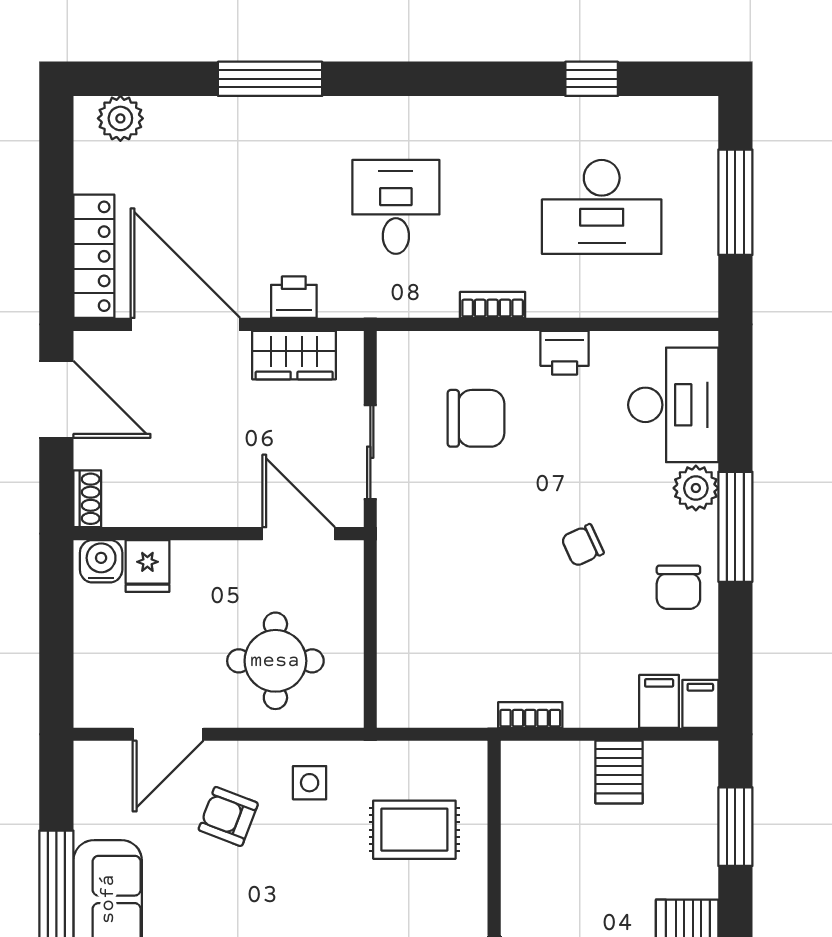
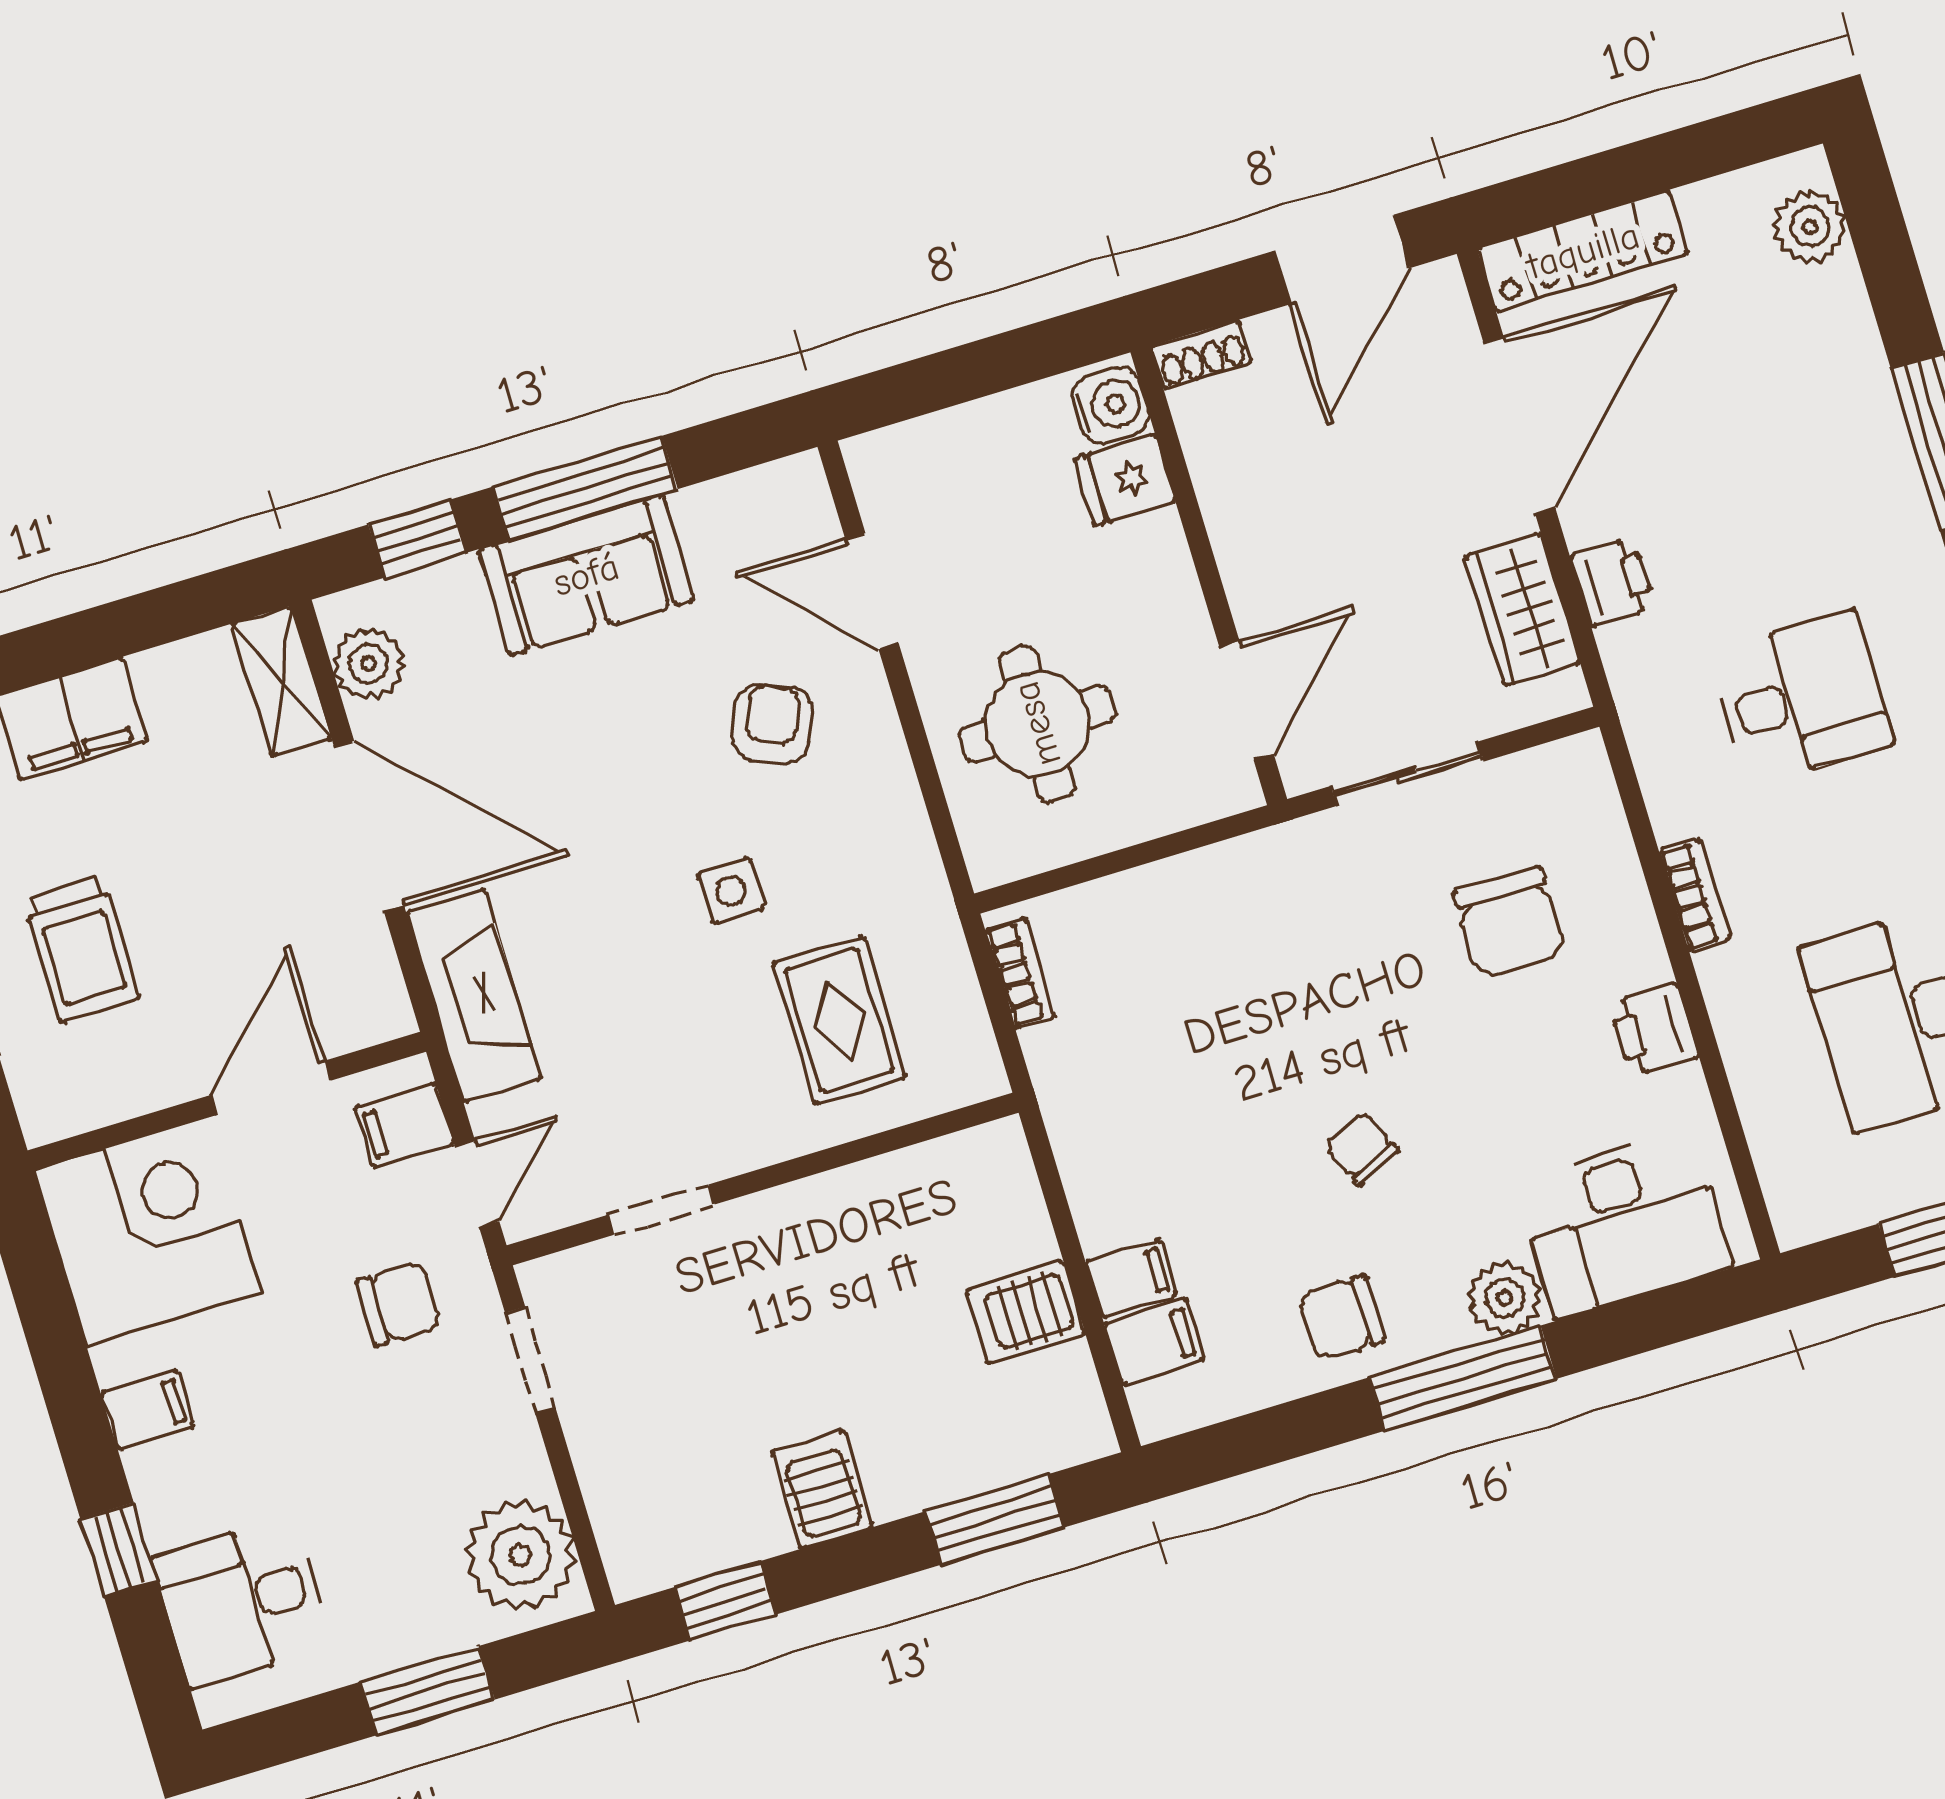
filing cabinet: (700, 704) -> (1131, 1278), moved
bookcase: (530, 715) -> (1020, 973), moved
side table: (310, 783) -> (731, 891), moved

